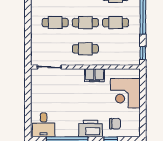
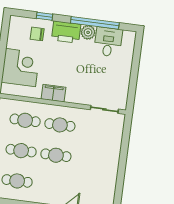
cafe table: (55, 23) -> (25, 120), moved
desk: (44, 125) -> (108, 42), moved
plant: (72, 131) -> (88, 32), added

